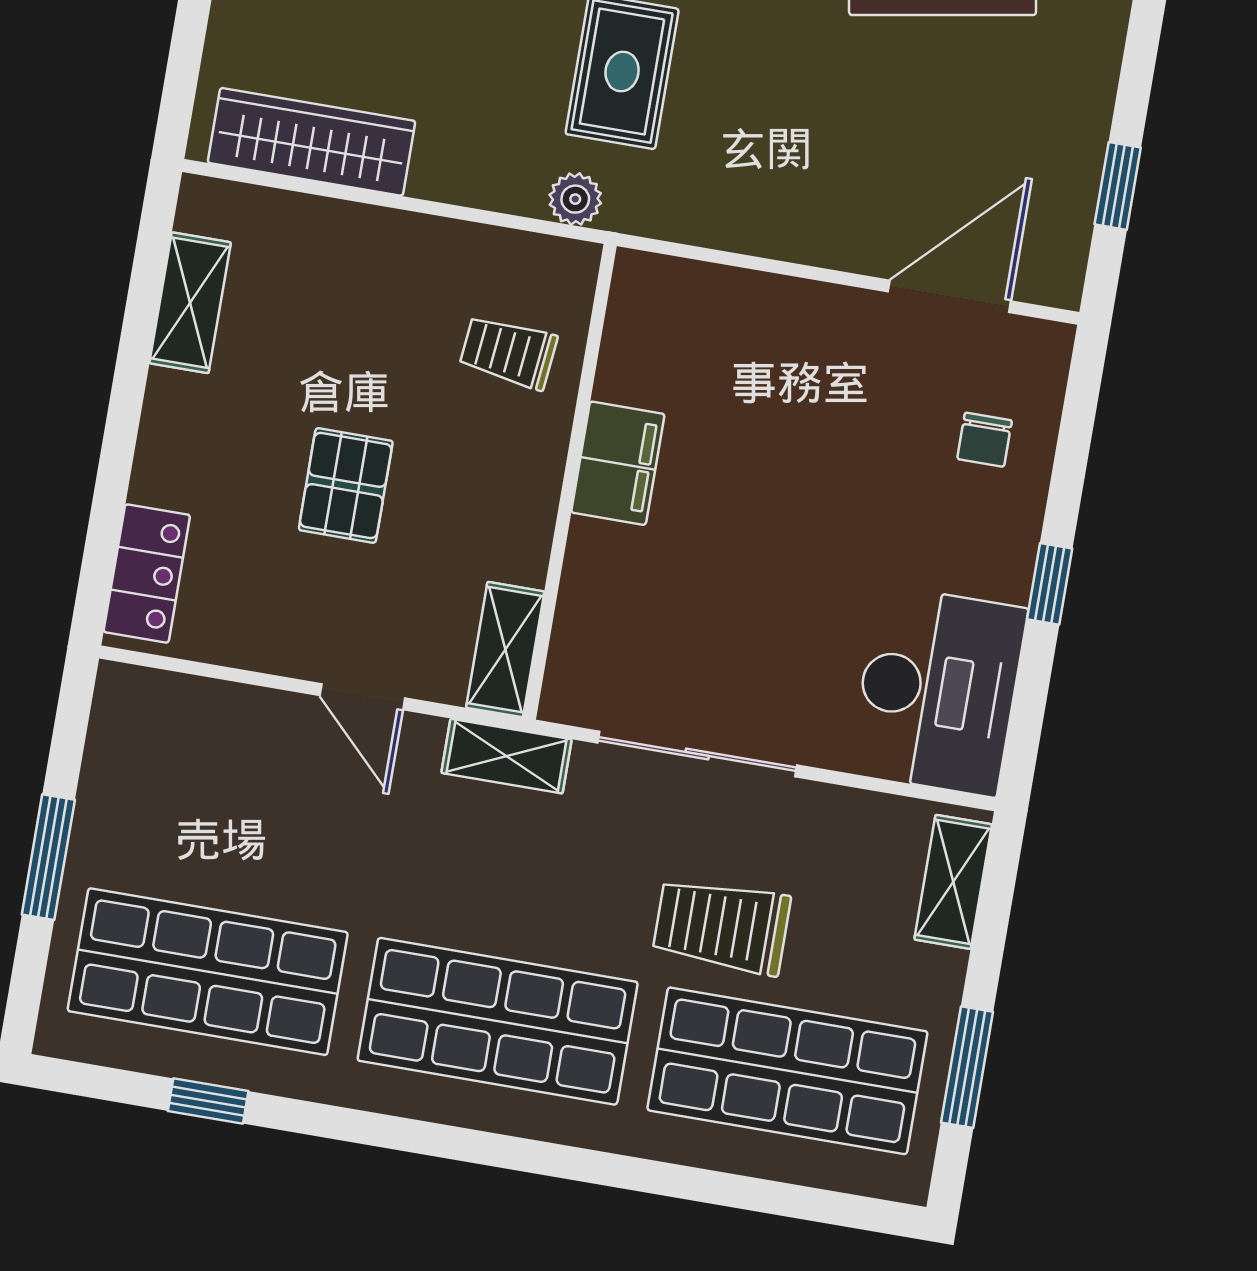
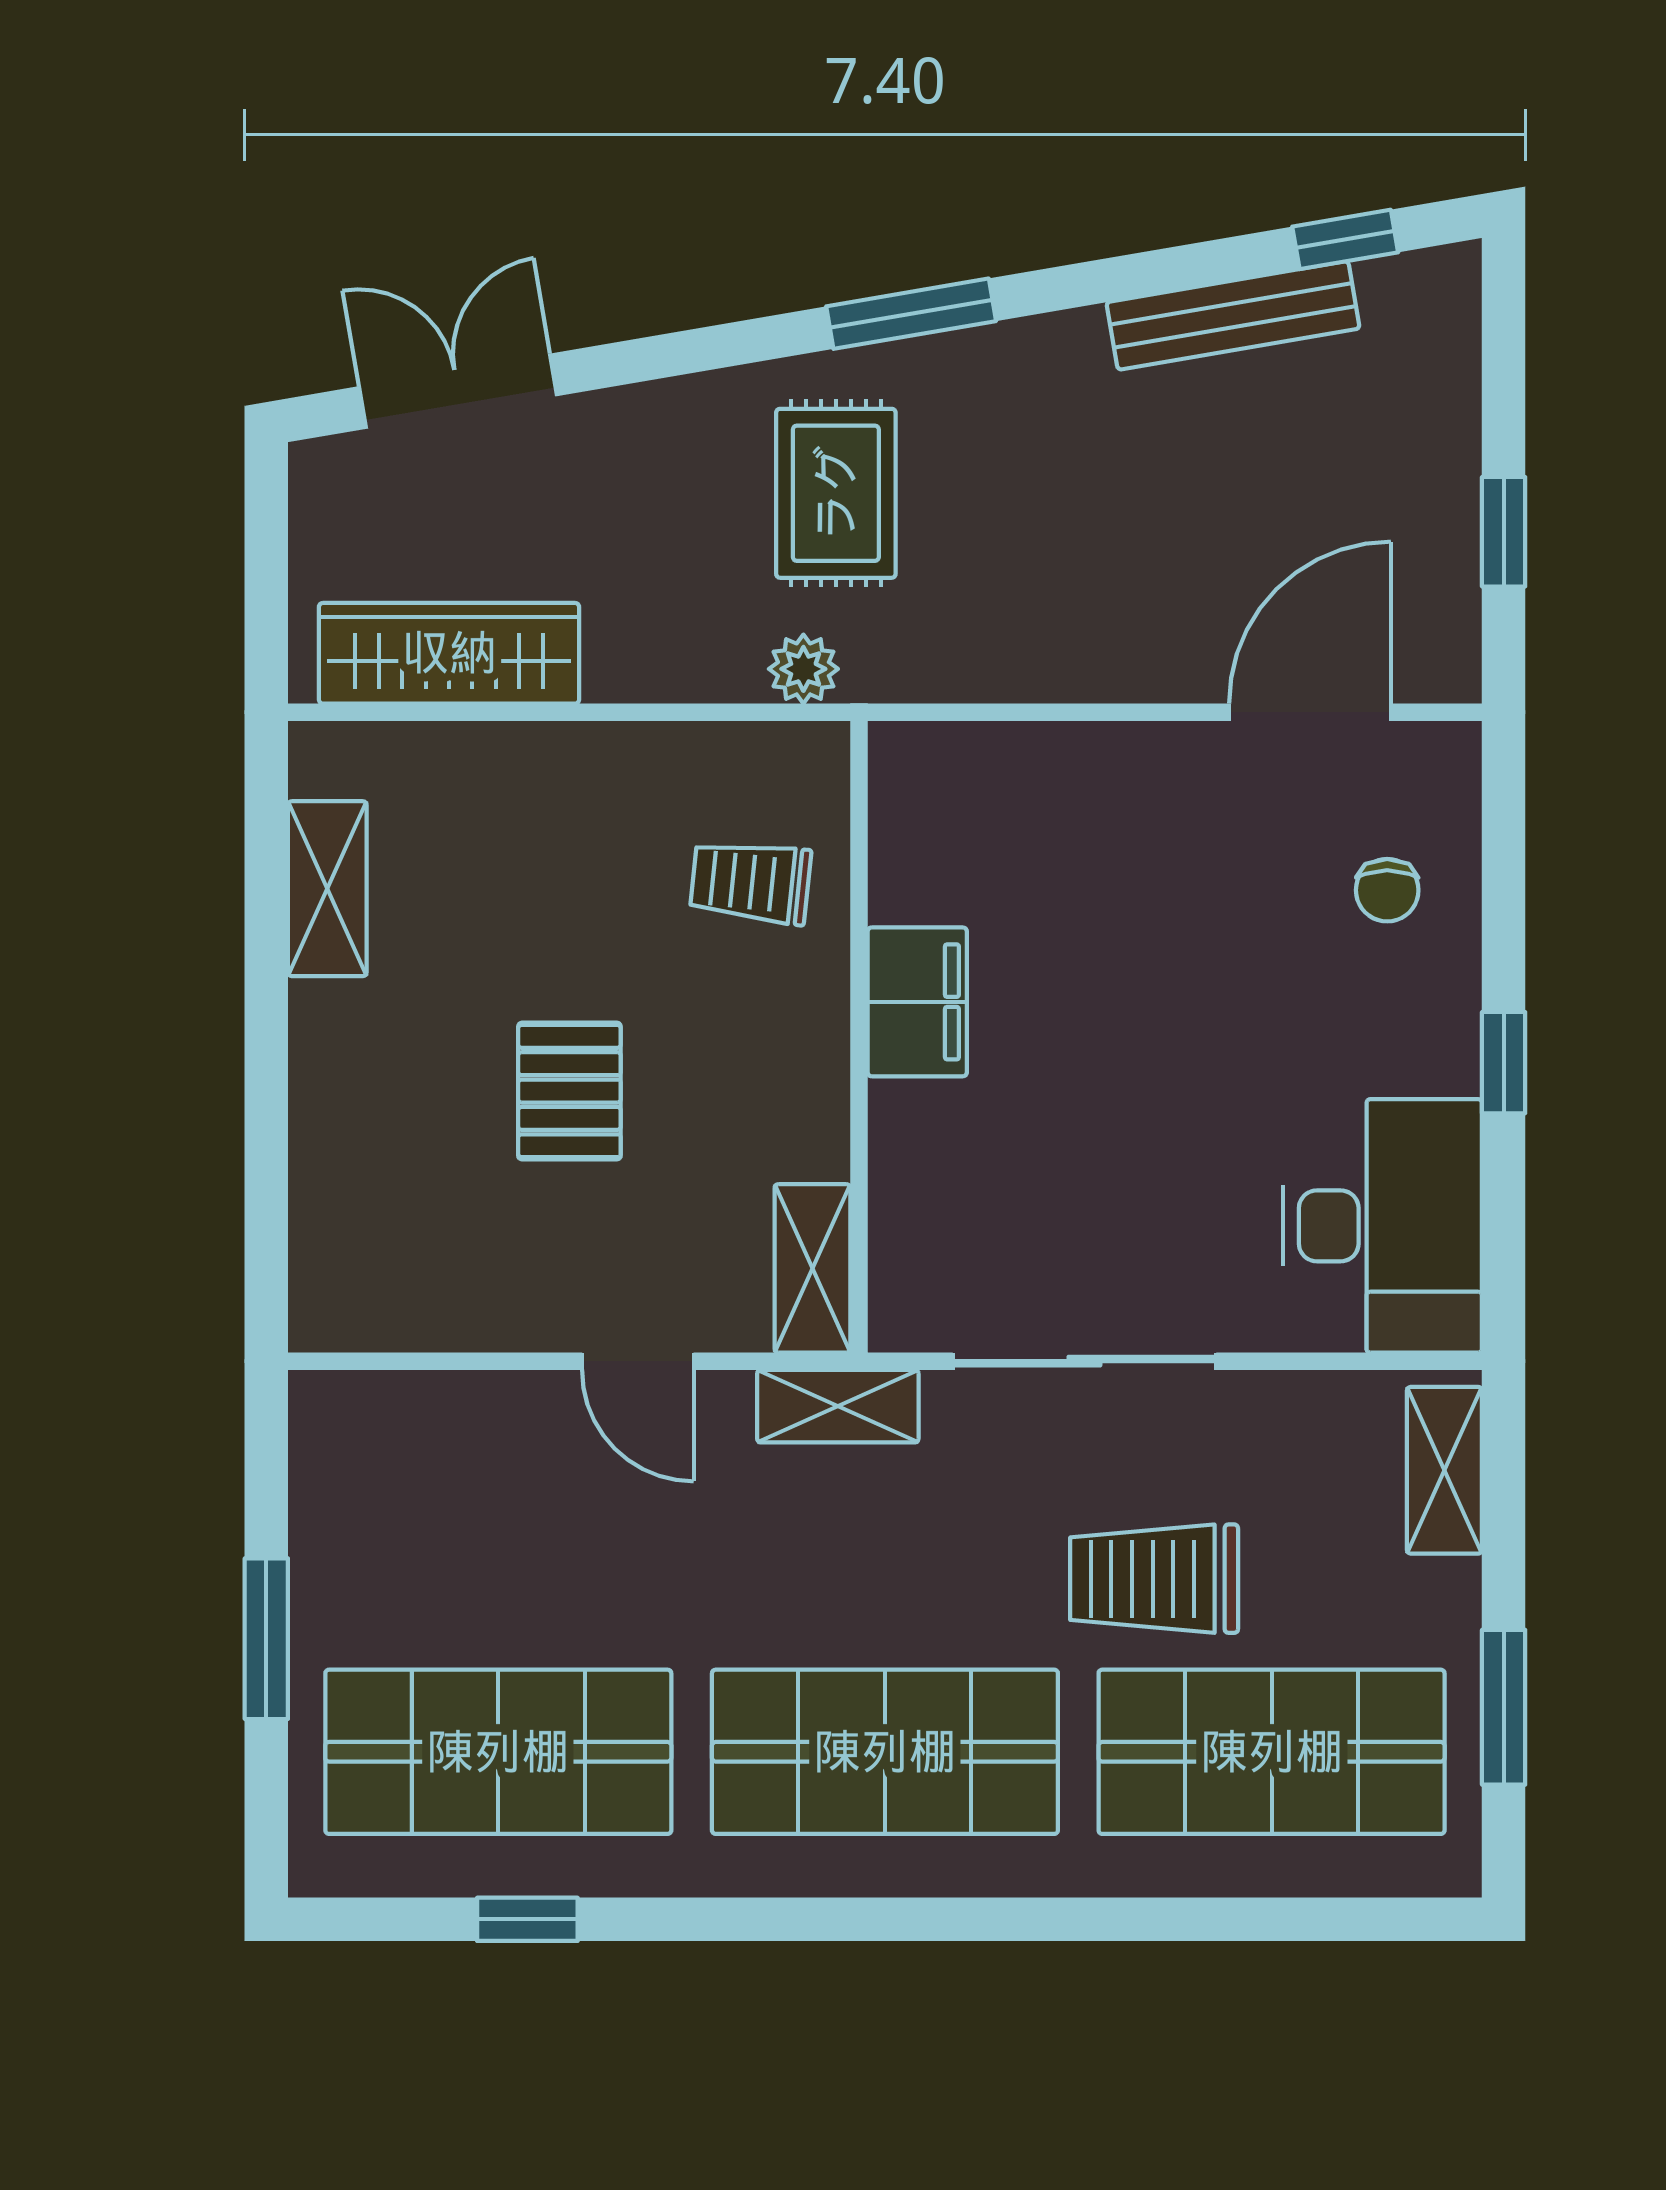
locker: (147, 574) -> (331, 1249), removed

